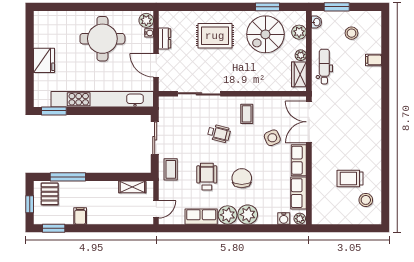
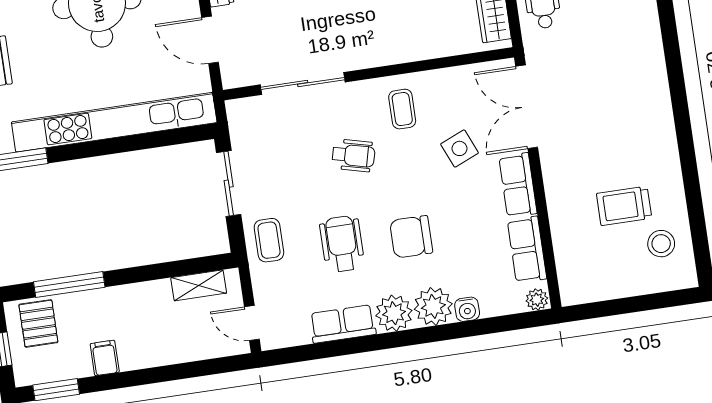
chair: (242, 178) -> (411, 237), turned -90
door: (156, 209) -> (252, 323), swing flipped
water cooler: (284, 218) -> (467, 309), moved

